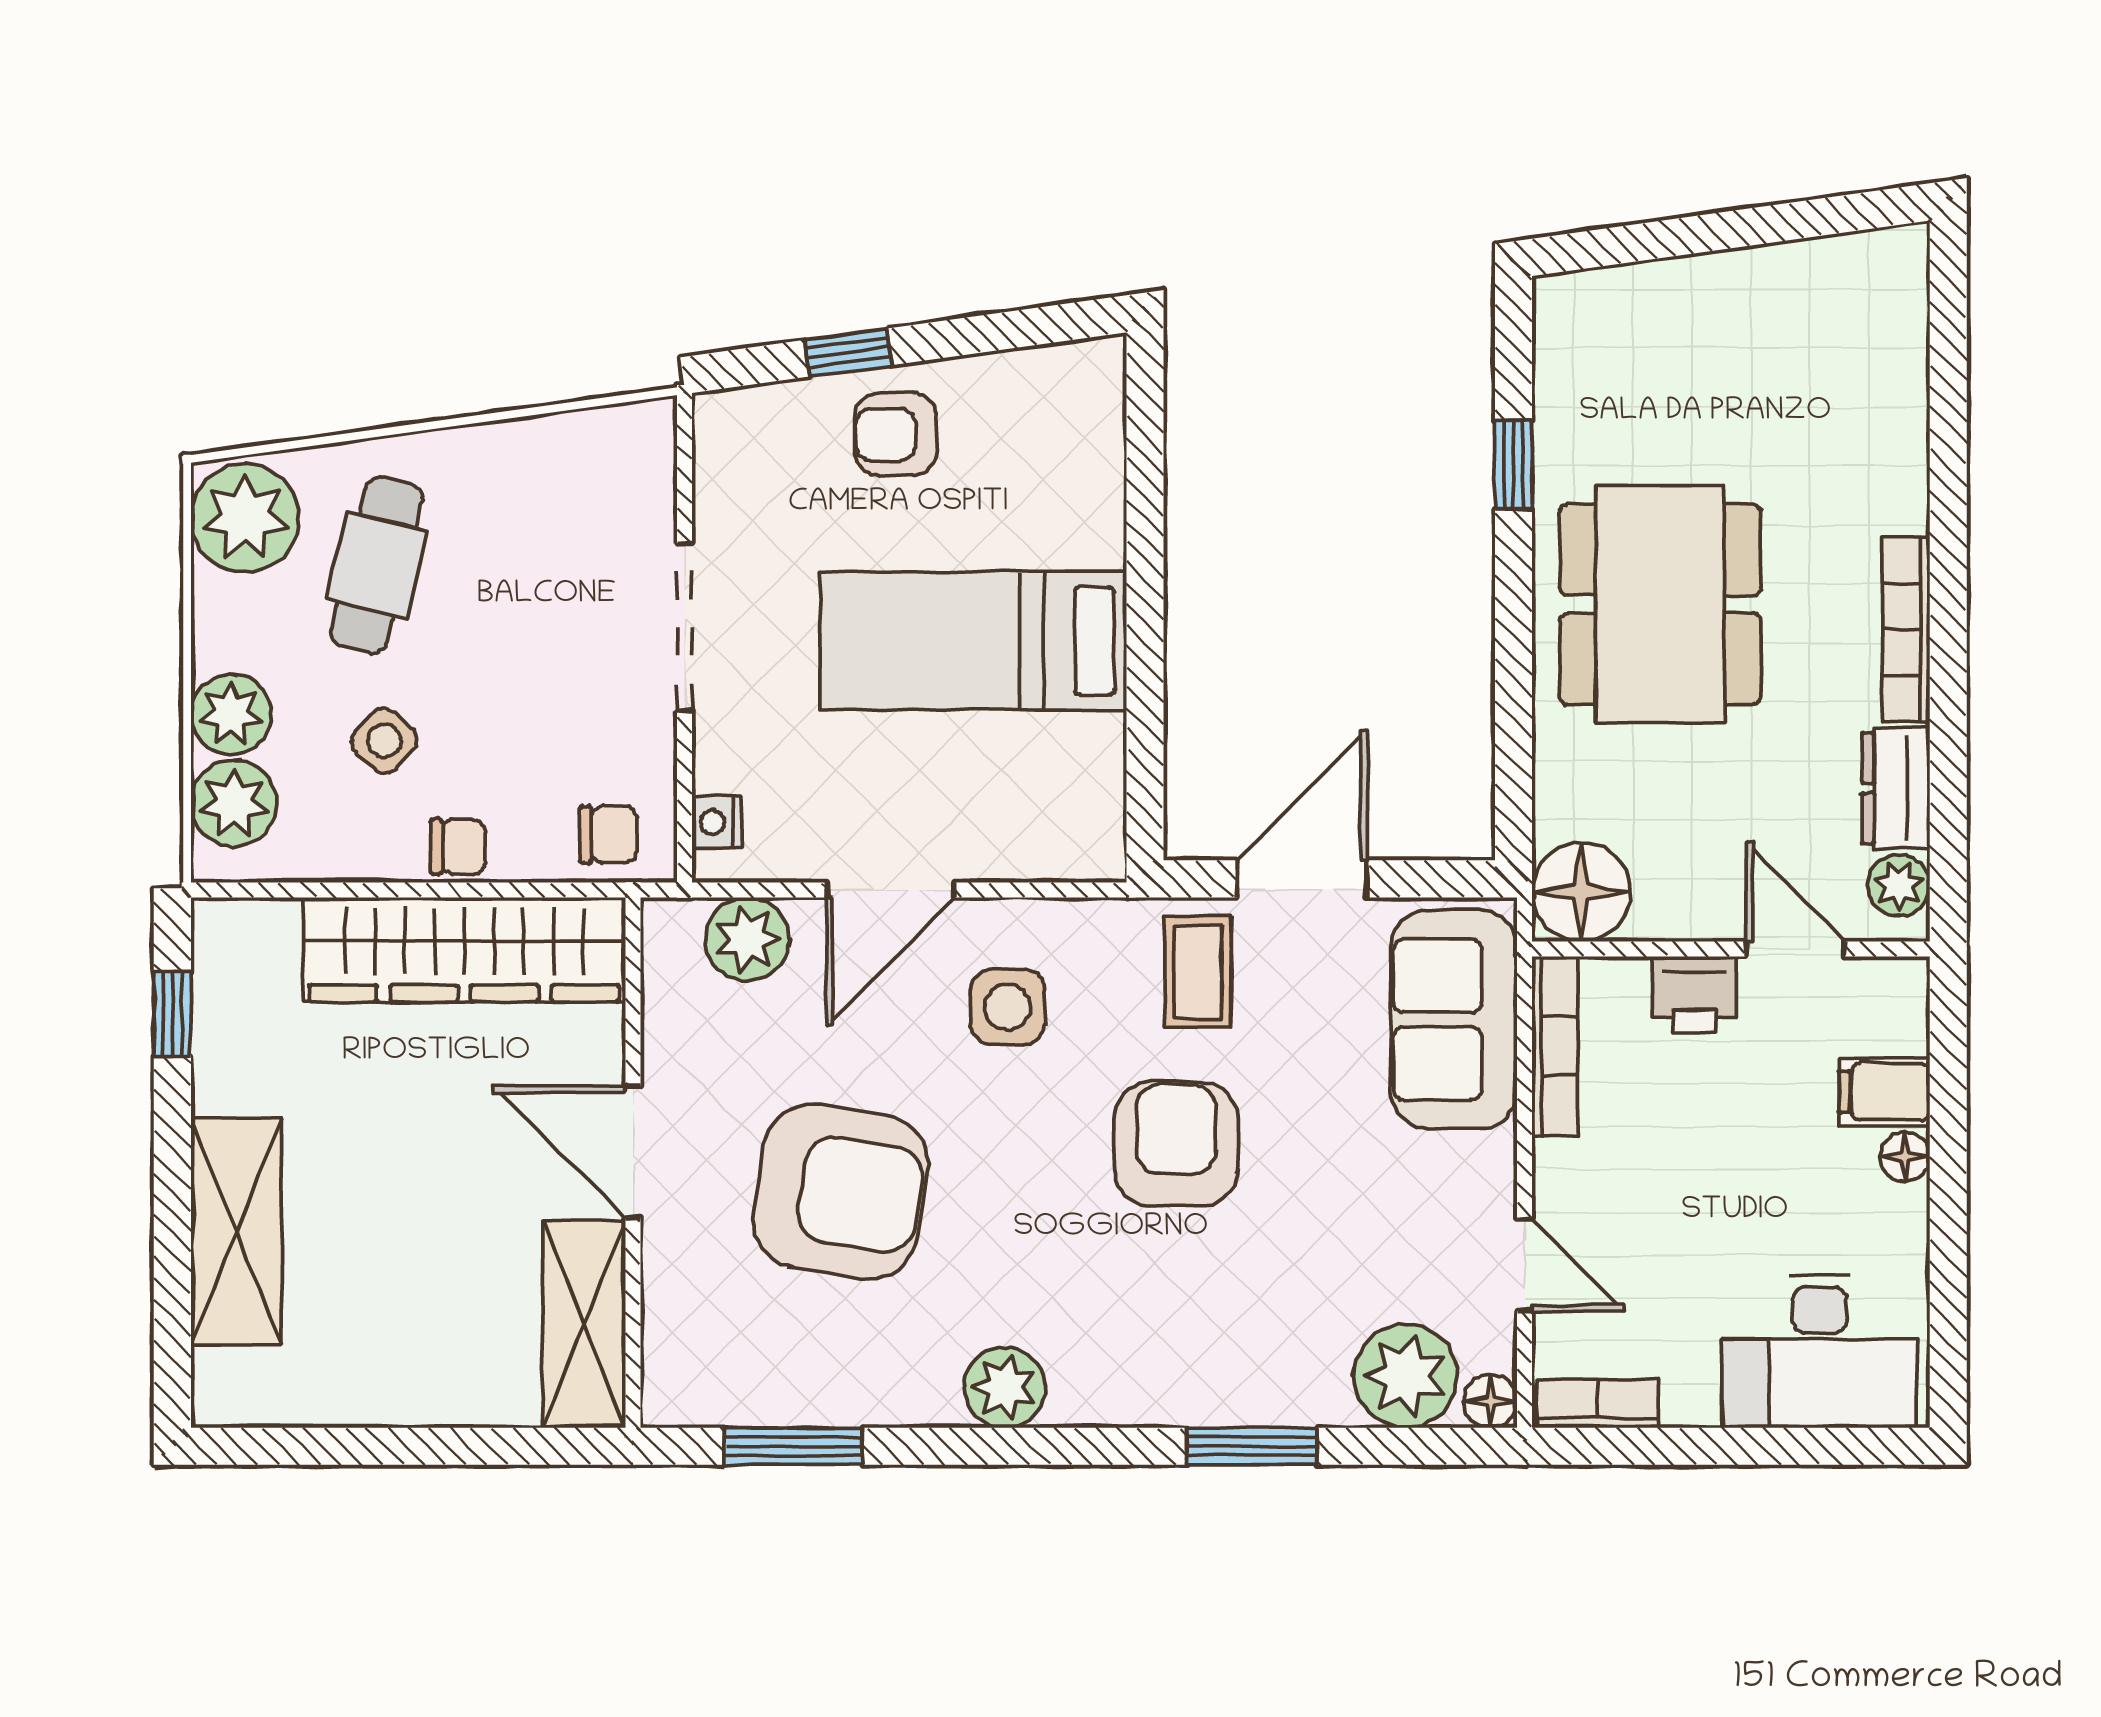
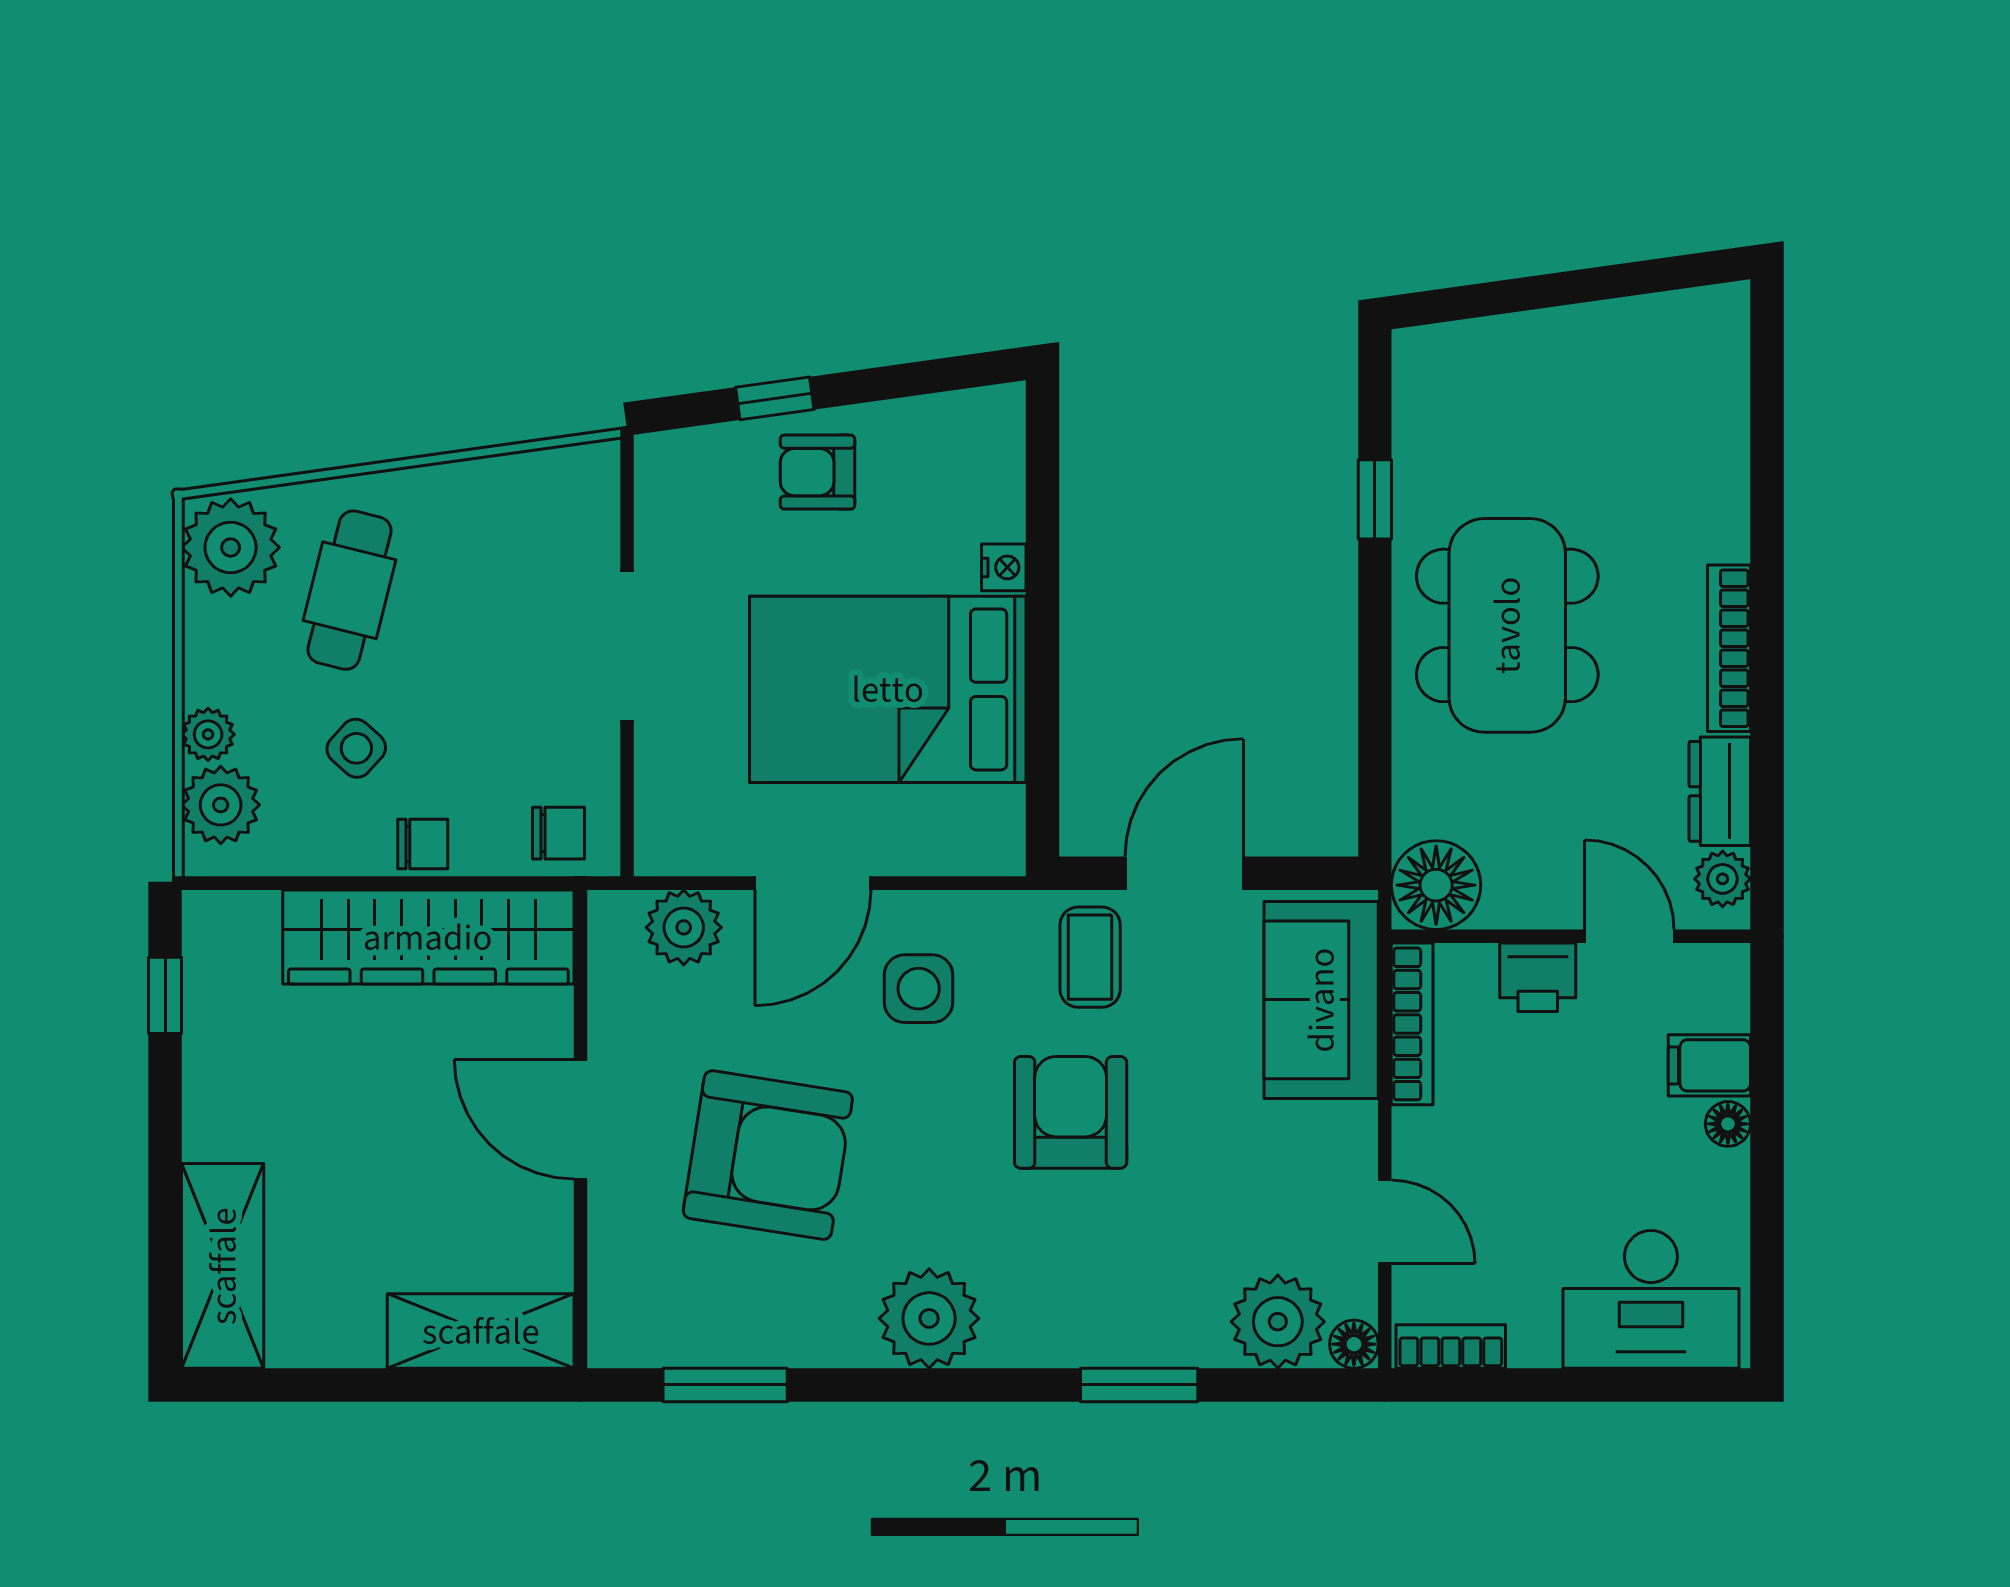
bed: (974, 641) -> (888, 689), width x1.50
plant: (231, 714) -> (208, 734), width x0.73, depth x0.73
nightstand: (716, 822) -> (1004, 567), moved, turned 180
shelving: (236, 1232) -> (223, 1266), moved
shelving: (584, 1324) -> (481, 1331), moved, turned 90
plant: (1005, 1387) -> (929, 1318), width x1.36, depth x1.36

